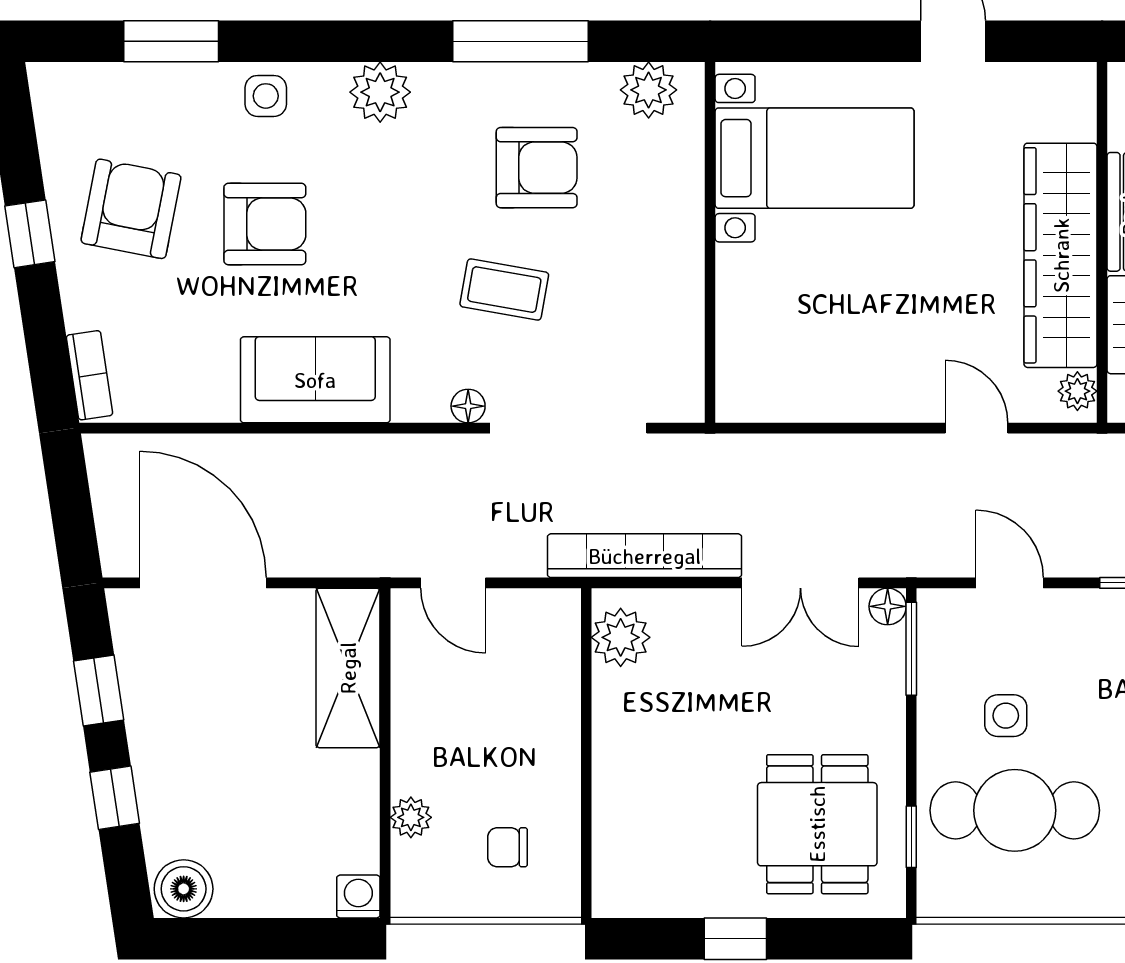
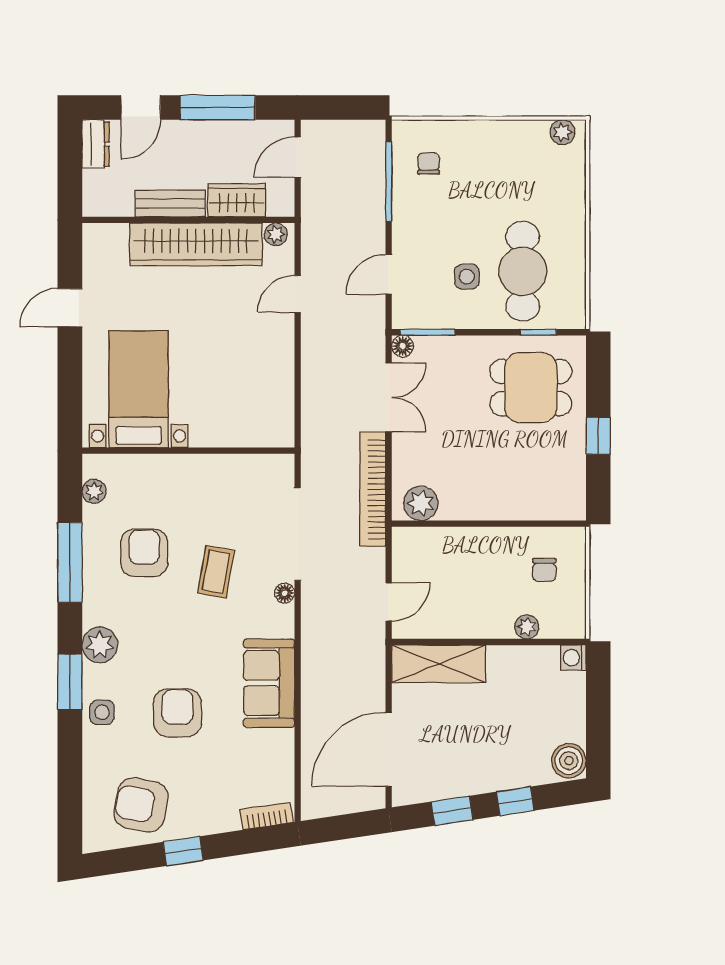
window: (171, 41) -> (70, 682), moved
plant: (649, 90) -> (94, 491), width x0.73, depth x0.73
armchair: (131, 209) -> (141, 805), moved

